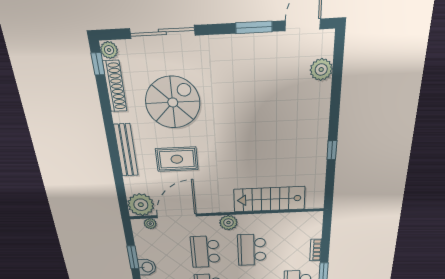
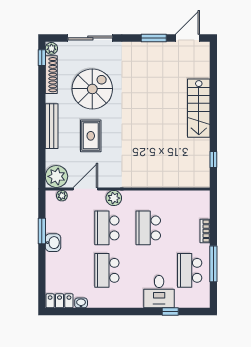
plant: (321, 70) -> (202, 70), removed
window: (332, 150) -> (213, 160), moved
rug: (177, 159) -> (91, 136), turned 90
stairs: (269, 199) -> (199, 108), moved, turned -90
door: (177, 216) -> (85, 189), width x0.73
plant: (228, 223) -> (114, 198), moved

